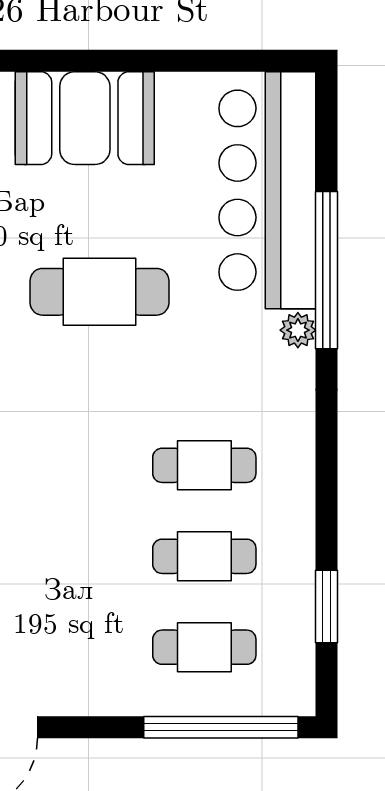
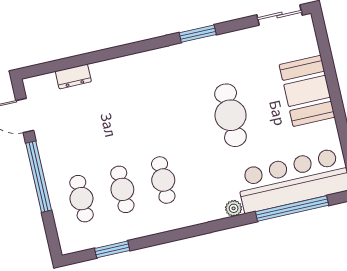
window: (327, 270) -> (292, 209), moved
window: (221, 727) -> (39, 177), moved

